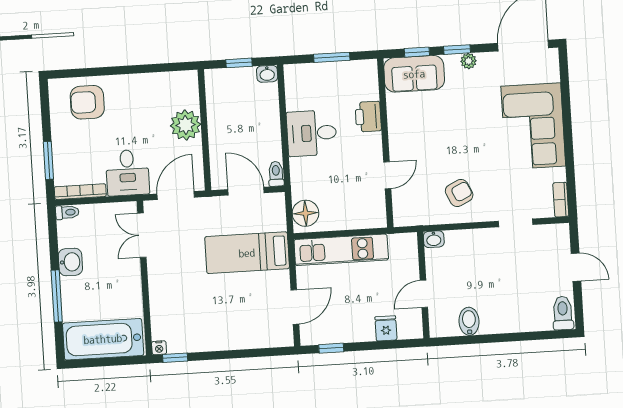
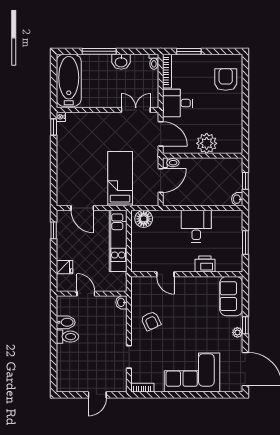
window: (417, 52) -> (245, 299), removed
toilet: (276, 174) -> (171, 163), moved
toilet: (563, 313) -> (67, 337), moved

